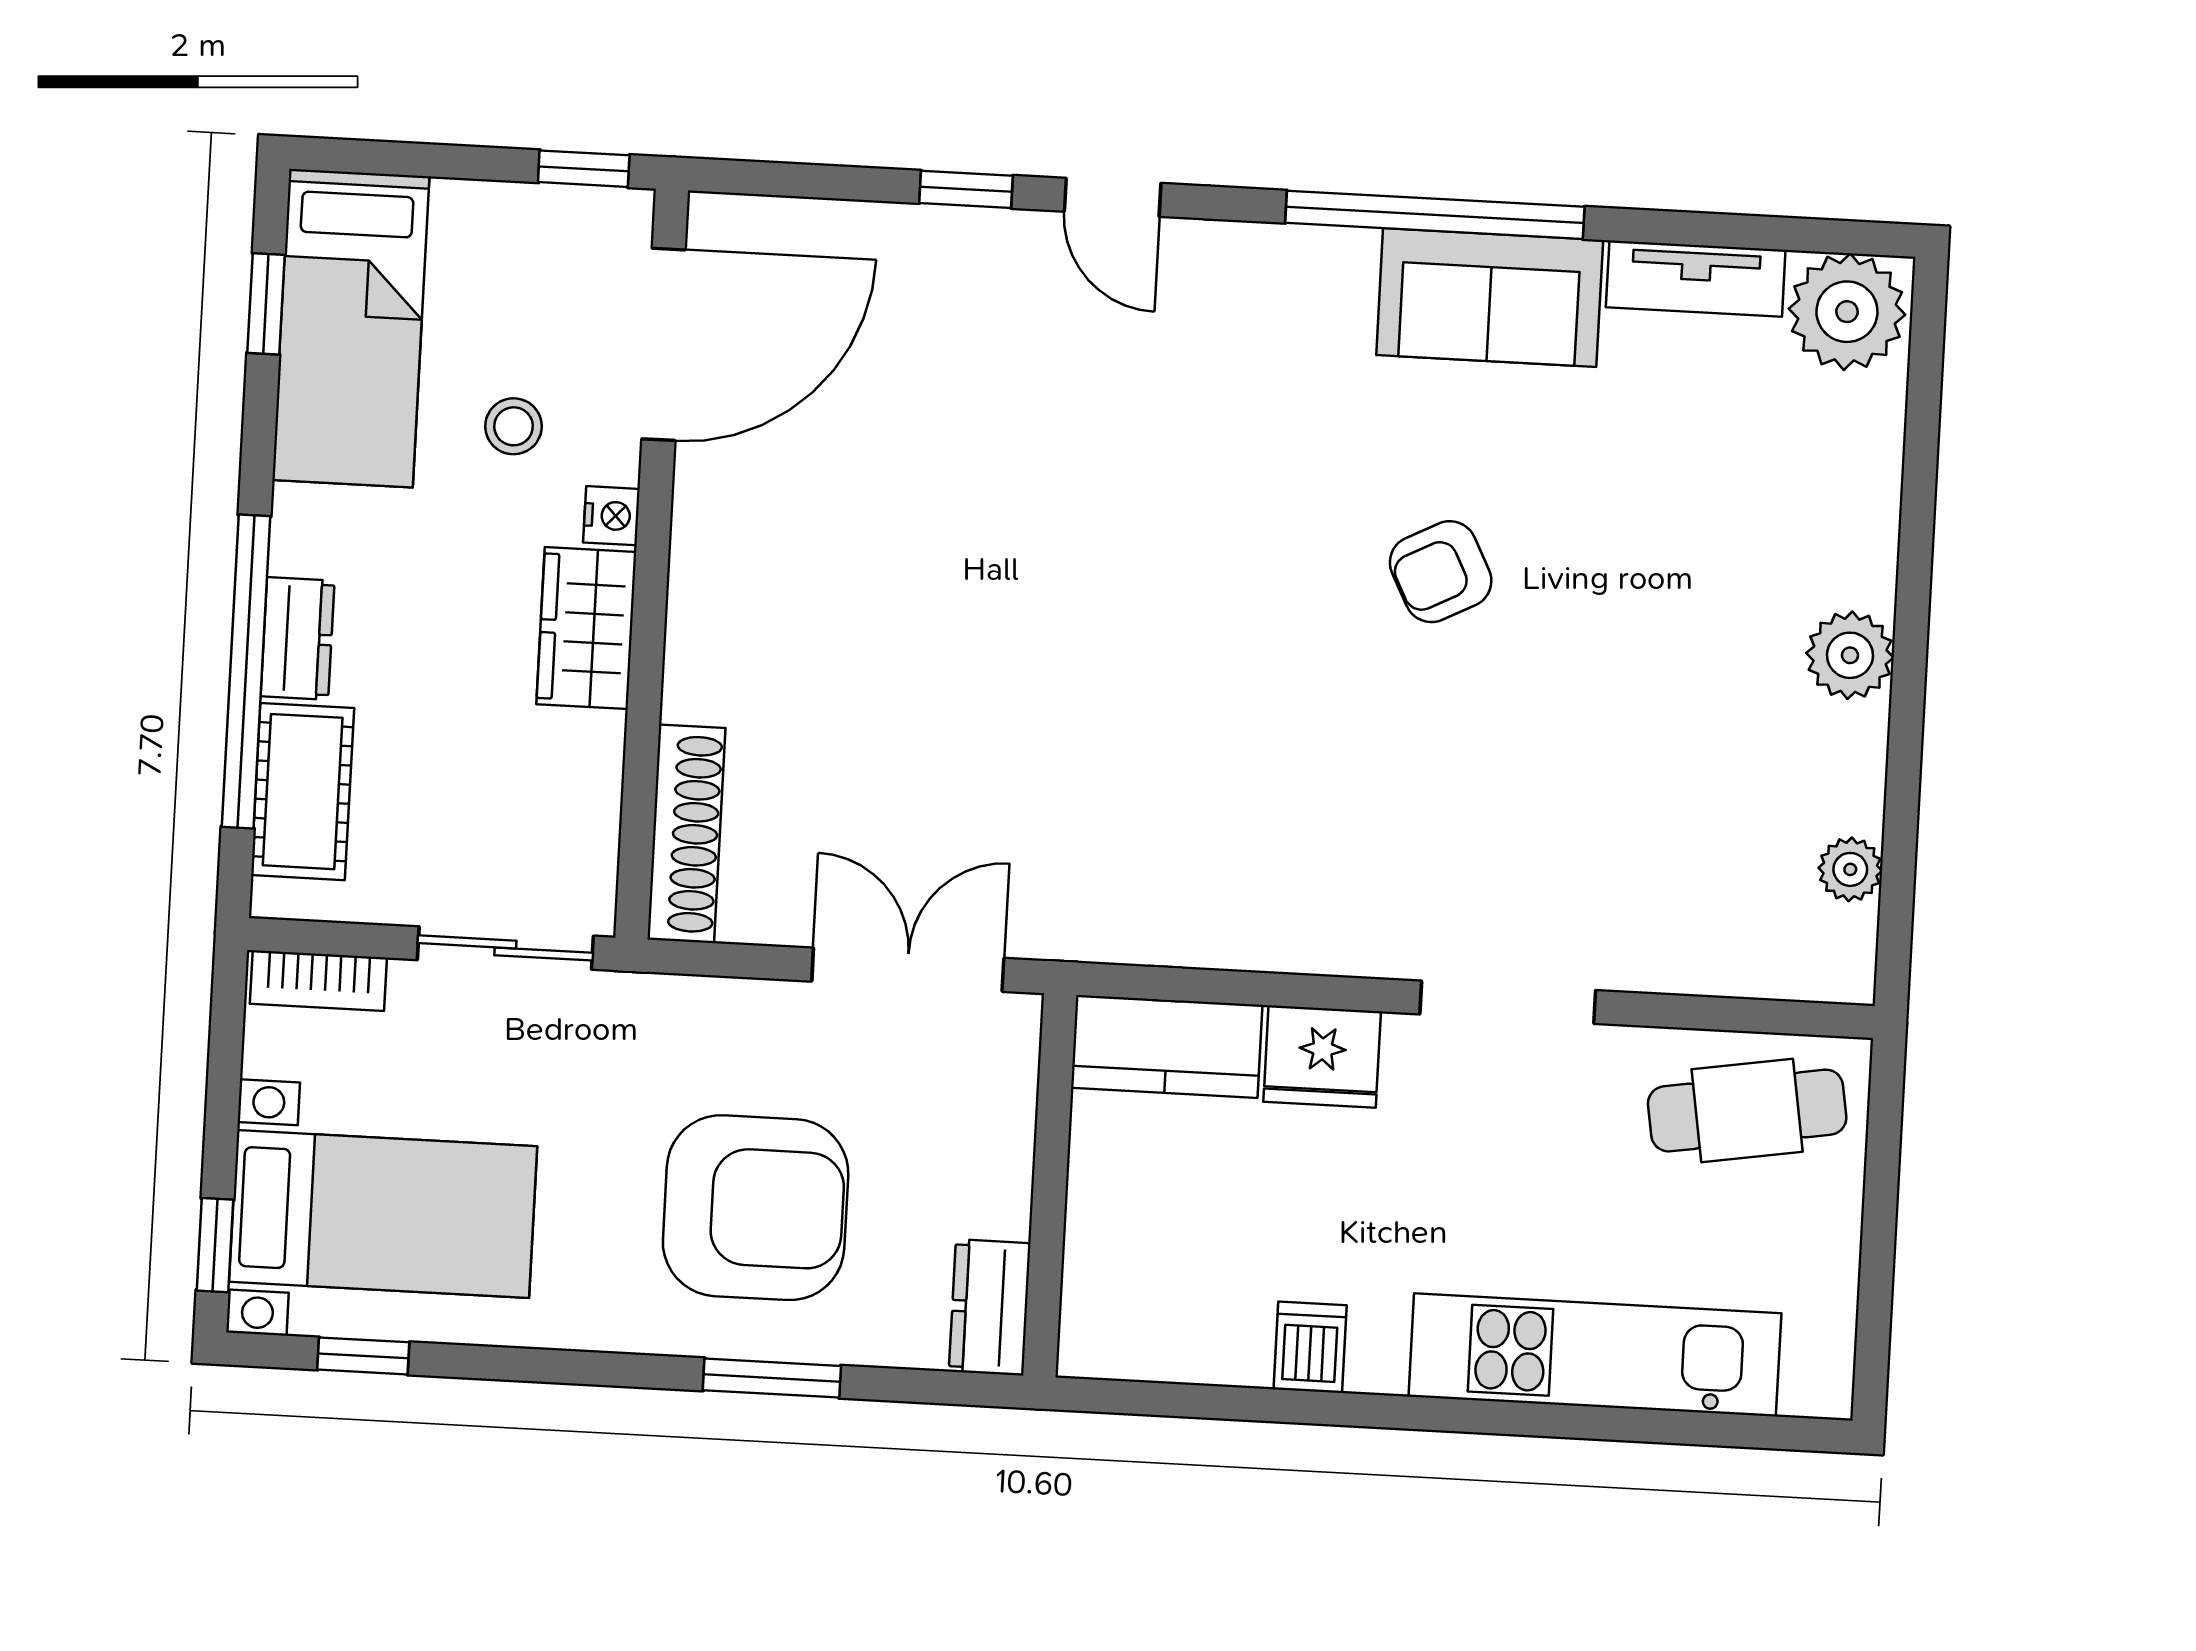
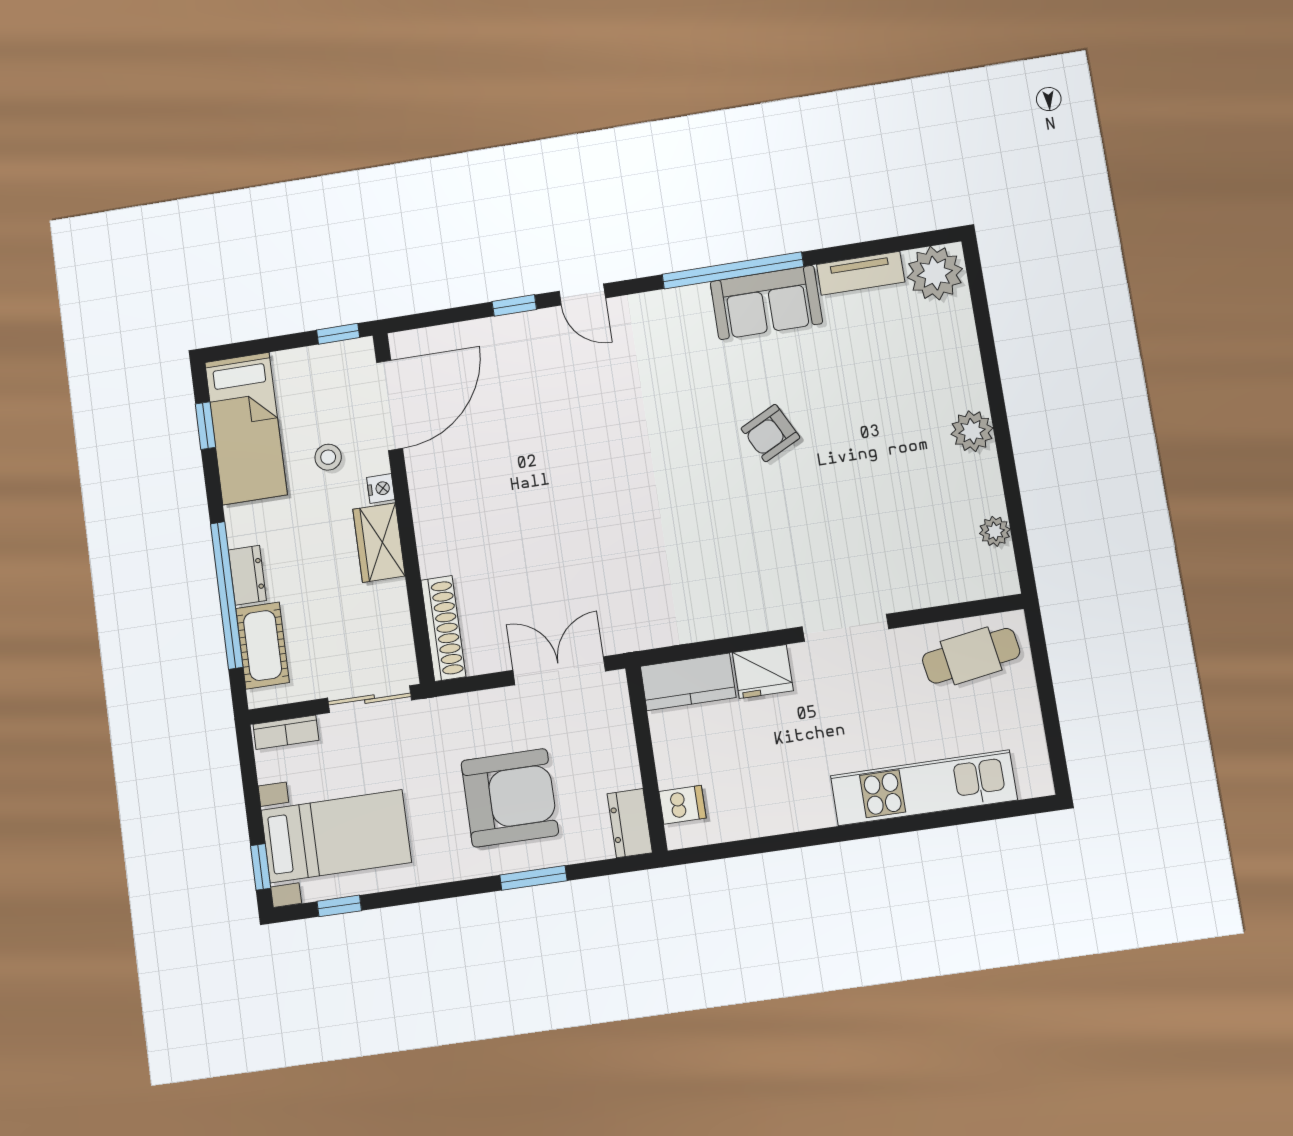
dishwasher: (1310, 1347) -> (682, 805), moved, turned 90

